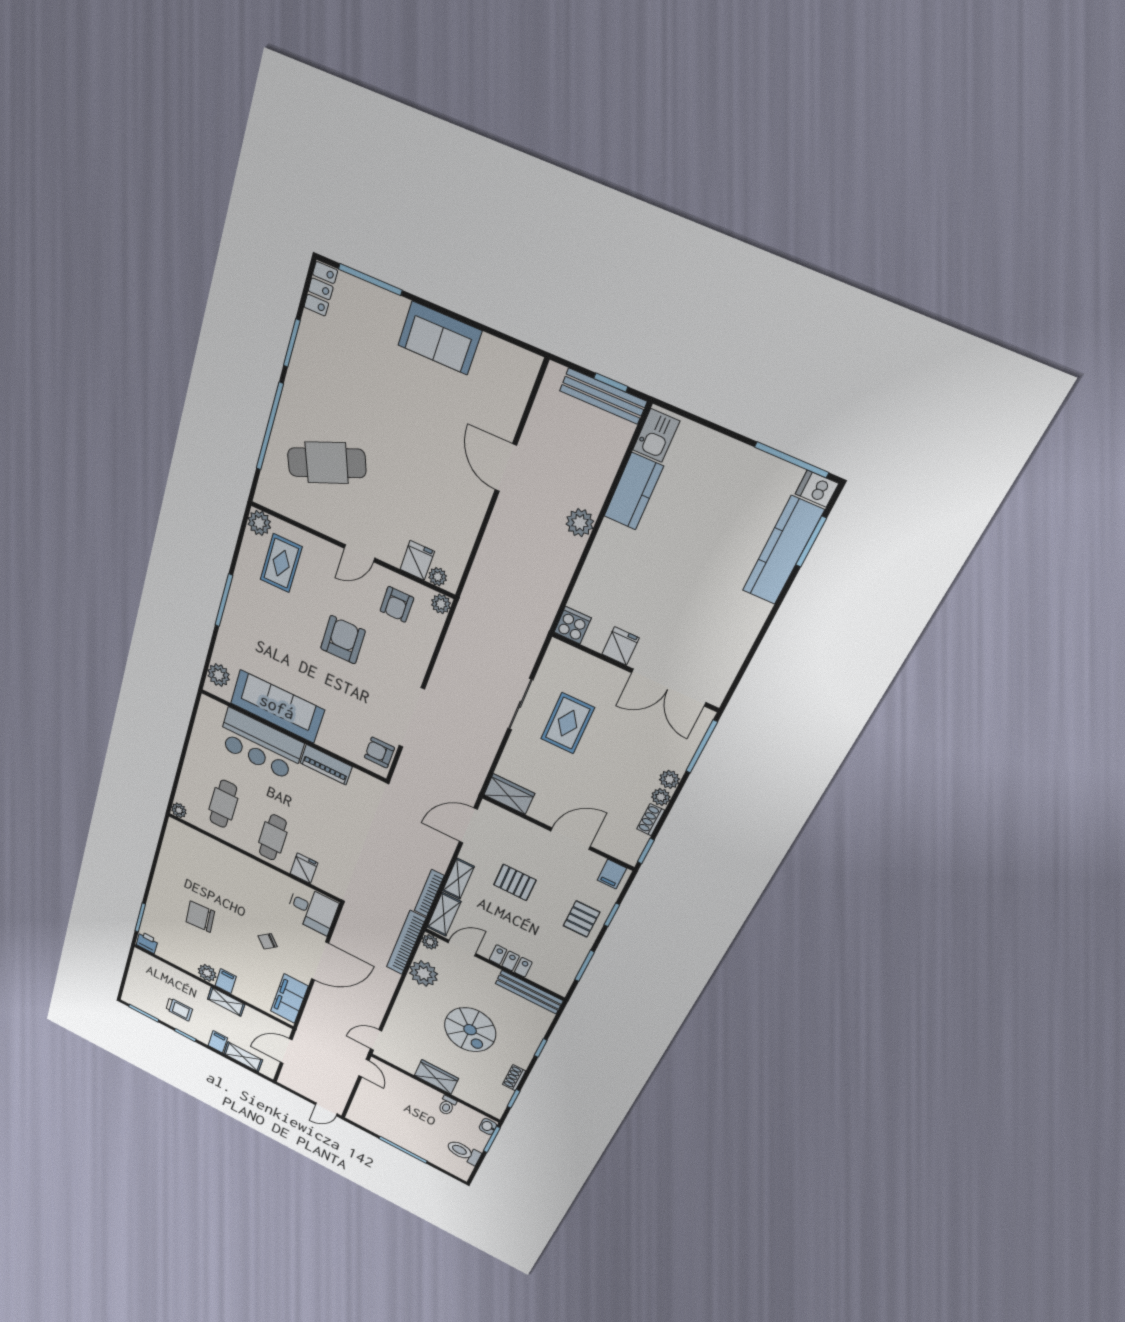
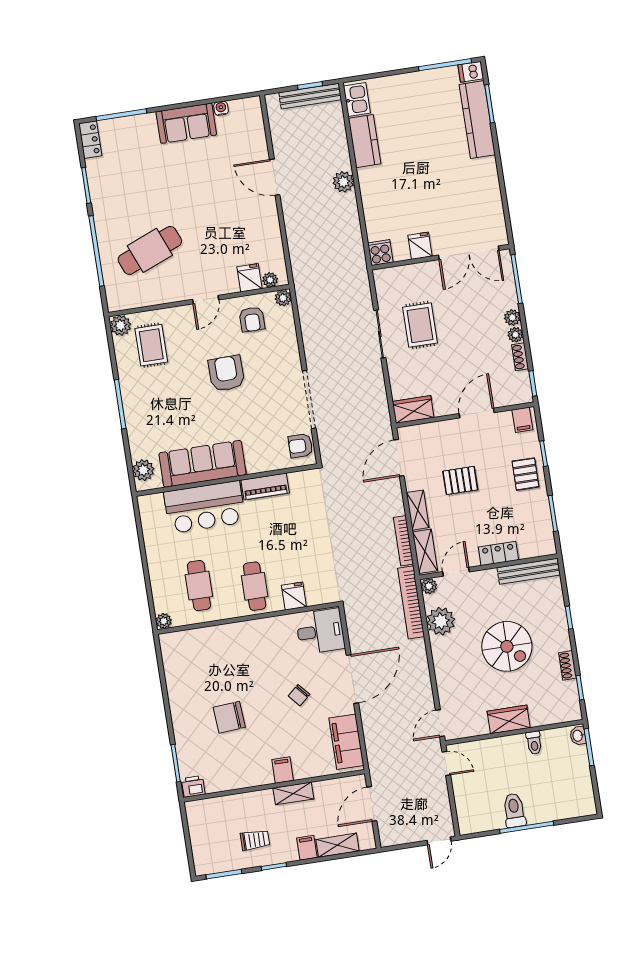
water cooler: (490, 345) -> (221, 108), added
plant: (207, 973) -> (262, 775), removed
toilet: (464, 1152) -> (514, 810), moved, turned 90

